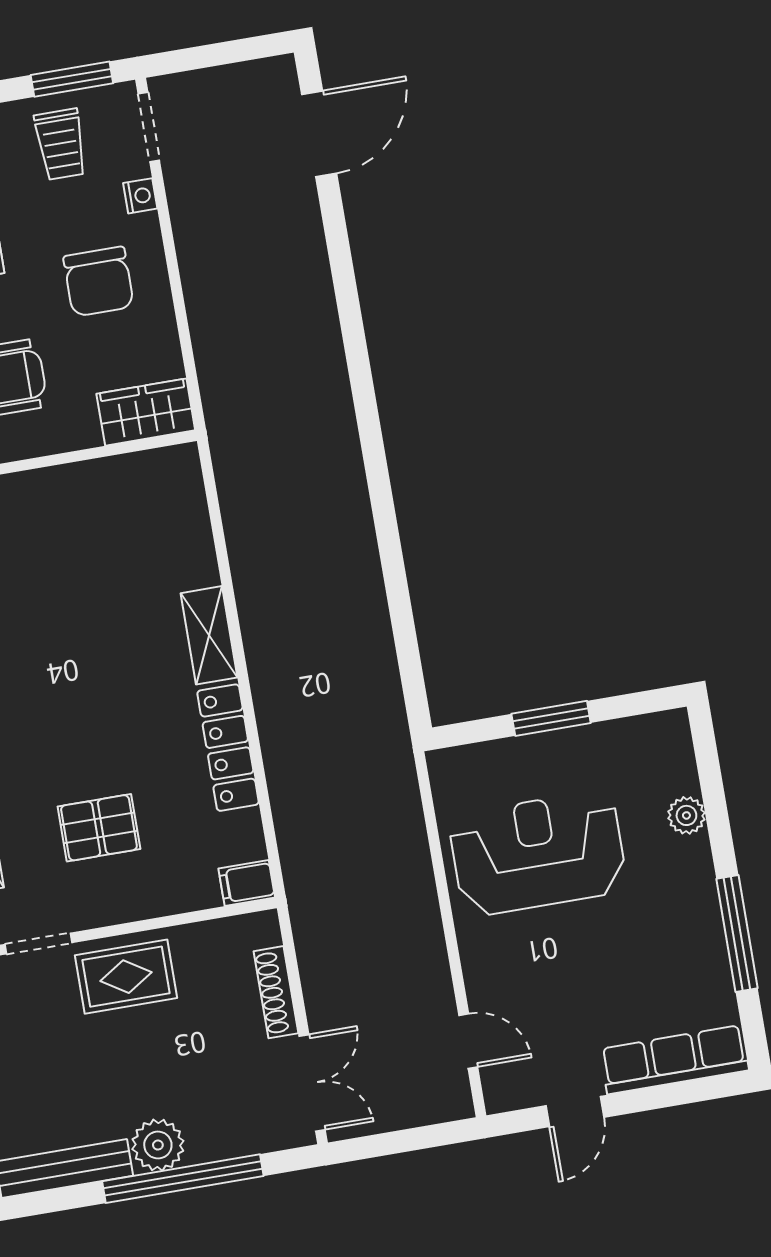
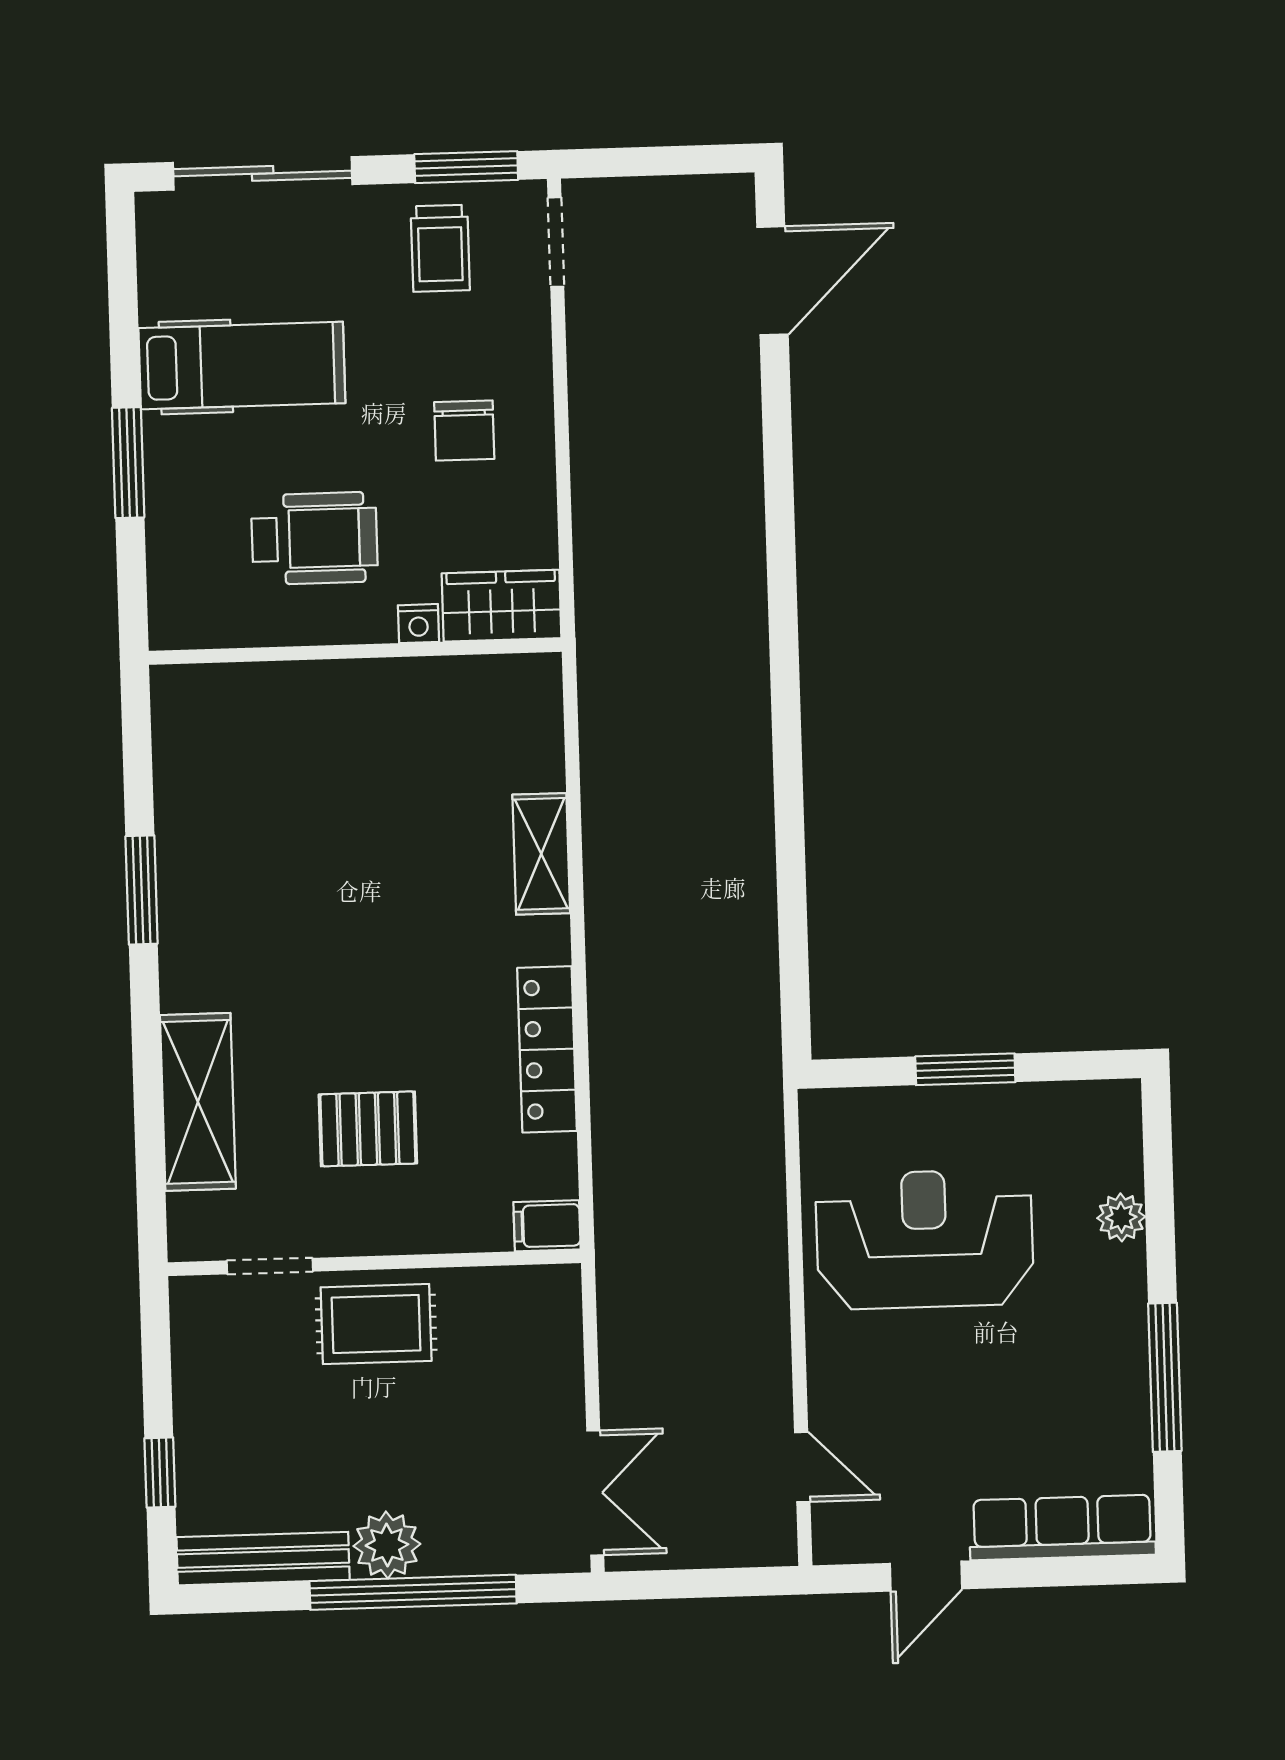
nightstand: (140, 196) -> (418, 624), moved, turned 90
chair: (99, 282) -> (464, 431), width x0.73, depth x0.73
shelving: (209, 635) -> (541, 854), moved
shoe rack: (276, 992) -> (565, 1371), removed

